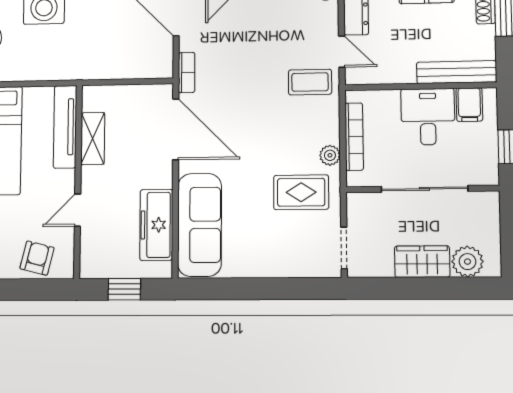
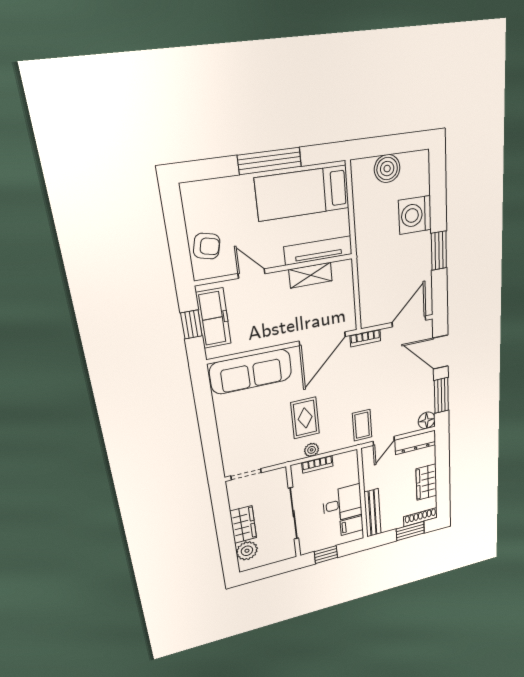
bookcase: (354, 137) -> (317, 464), width x0.64
rug: (301, 192) -> (305, 418), moved
freezer: (156, 225) -> (213, 318), moved, turned 90

